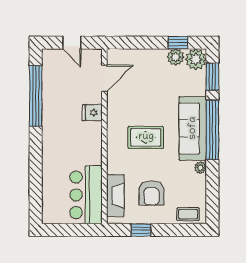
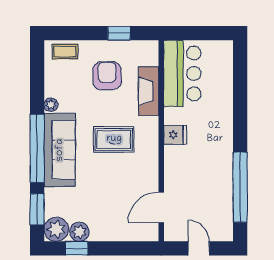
fridge: (92, 113) -> (175, 135), moved
fireplace: (115, 196) -> (149, 91), moved

